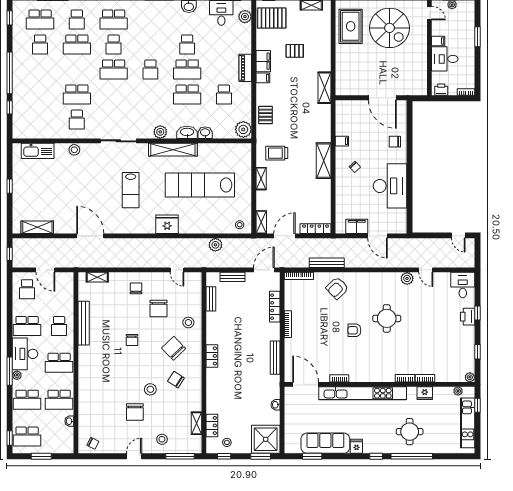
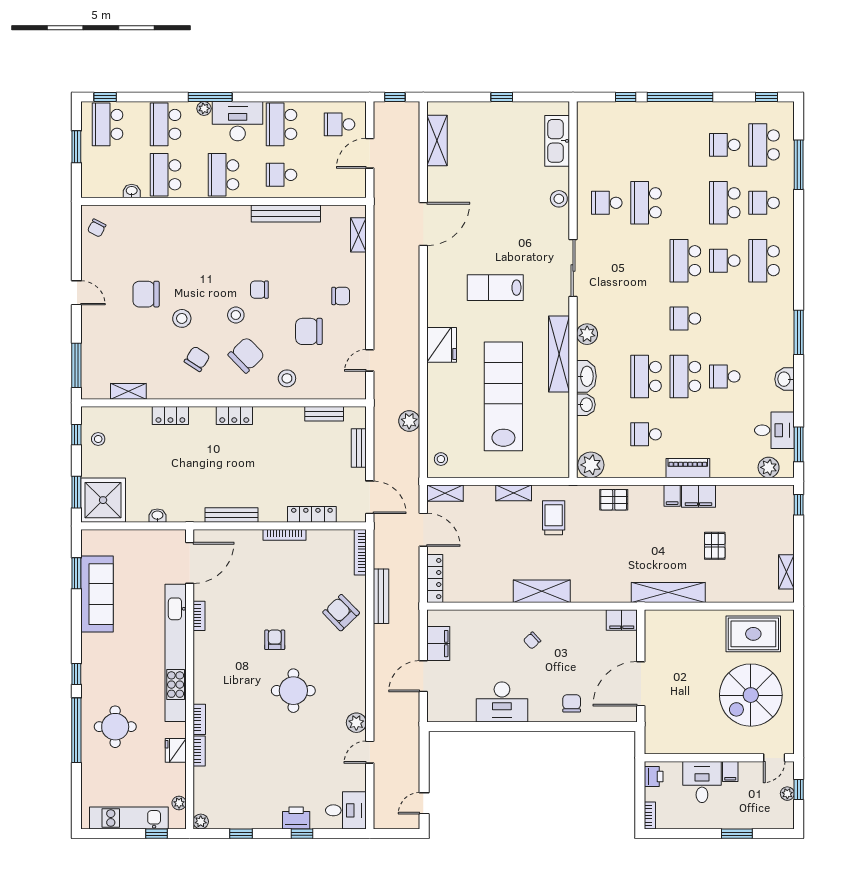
pallet: (272, 18) -> (766, 510), removed
shelving: (324, 88) -> (668, 593), width x1.47
filing cabinet: (342, 141) -> (622, 620), moved, width x2.00
desk: (390, 186) -> (502, 702), width x0.73, depth x0.77
locker: (212, 425) -> (170, 415), moved
stool: (162, 439) -> (236, 315), moved
fridge: (356, 446) -> (92, 643), removed

